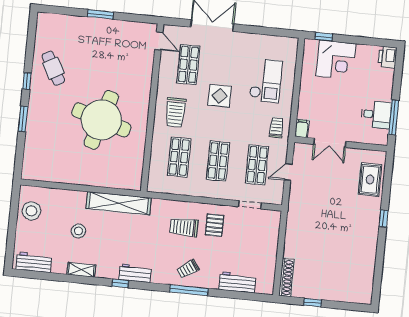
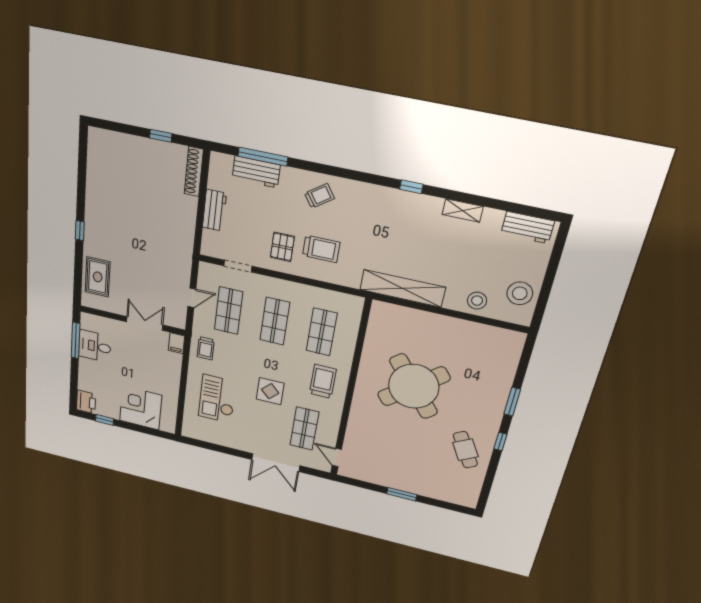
window: (324, 37) -> (105, 420), moved
round table: (101, 120) -> (414, 386), turned 34
stool: (78, 231) -> (477, 301), moved
workbench: (135, 273) -> (214, 210), moved, turned -90
window: (189, 290) -> (263, 157), moved

